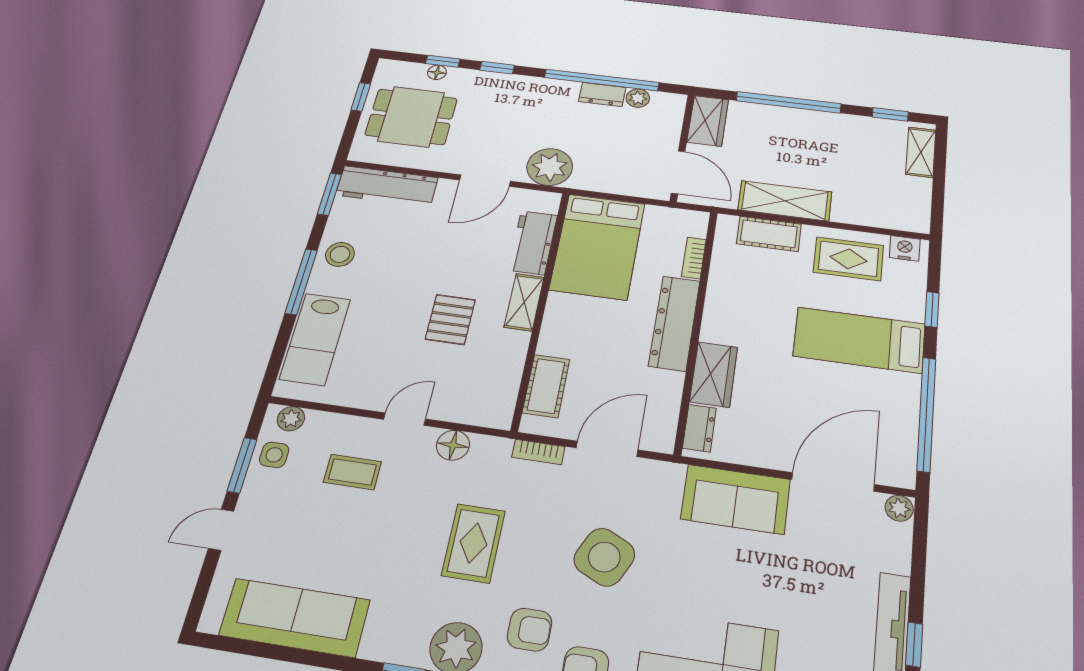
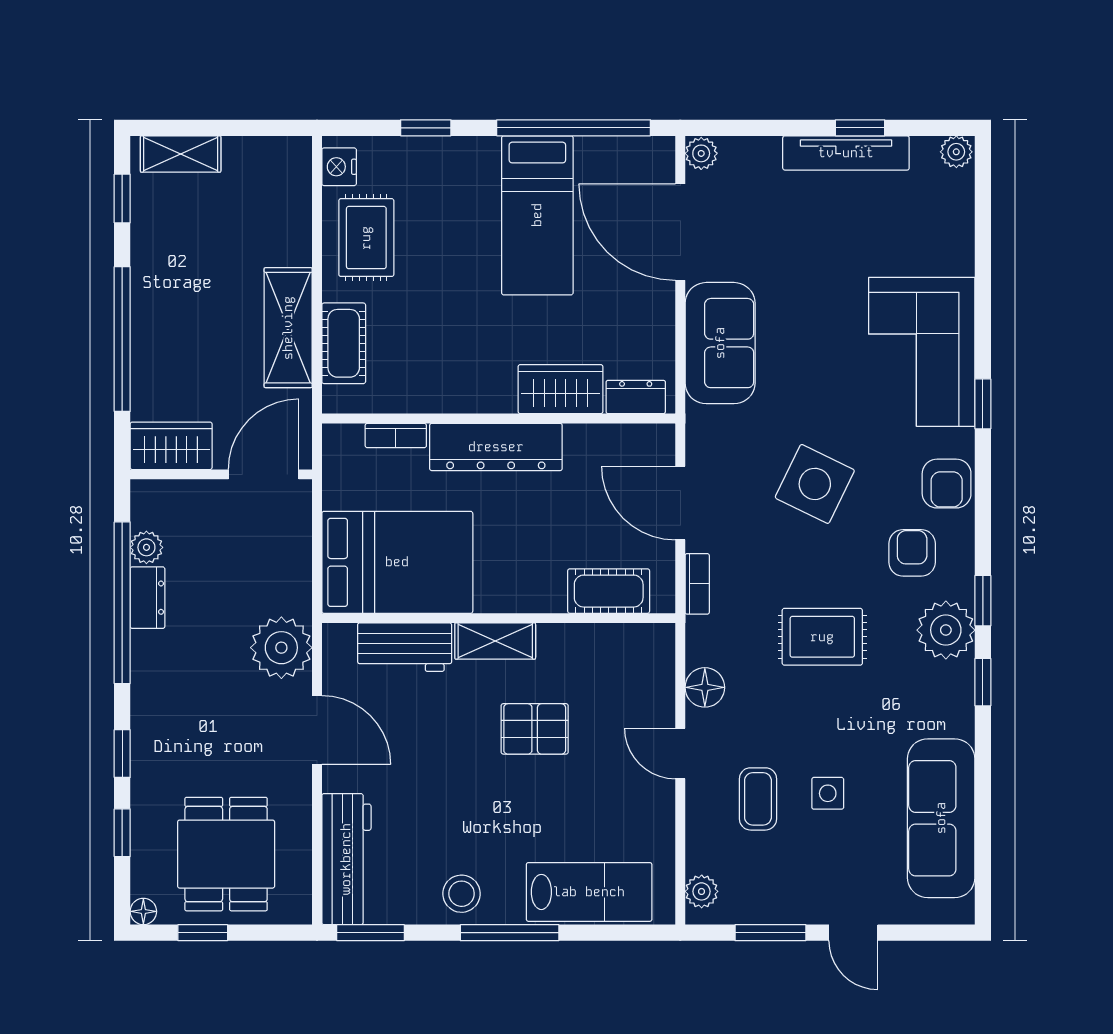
floor lamp: (437, 72) -> (143, 911), moved
bed: (859, 340) -> (537, 215), moved
side table: (274, 455) -> (828, 793), moved

